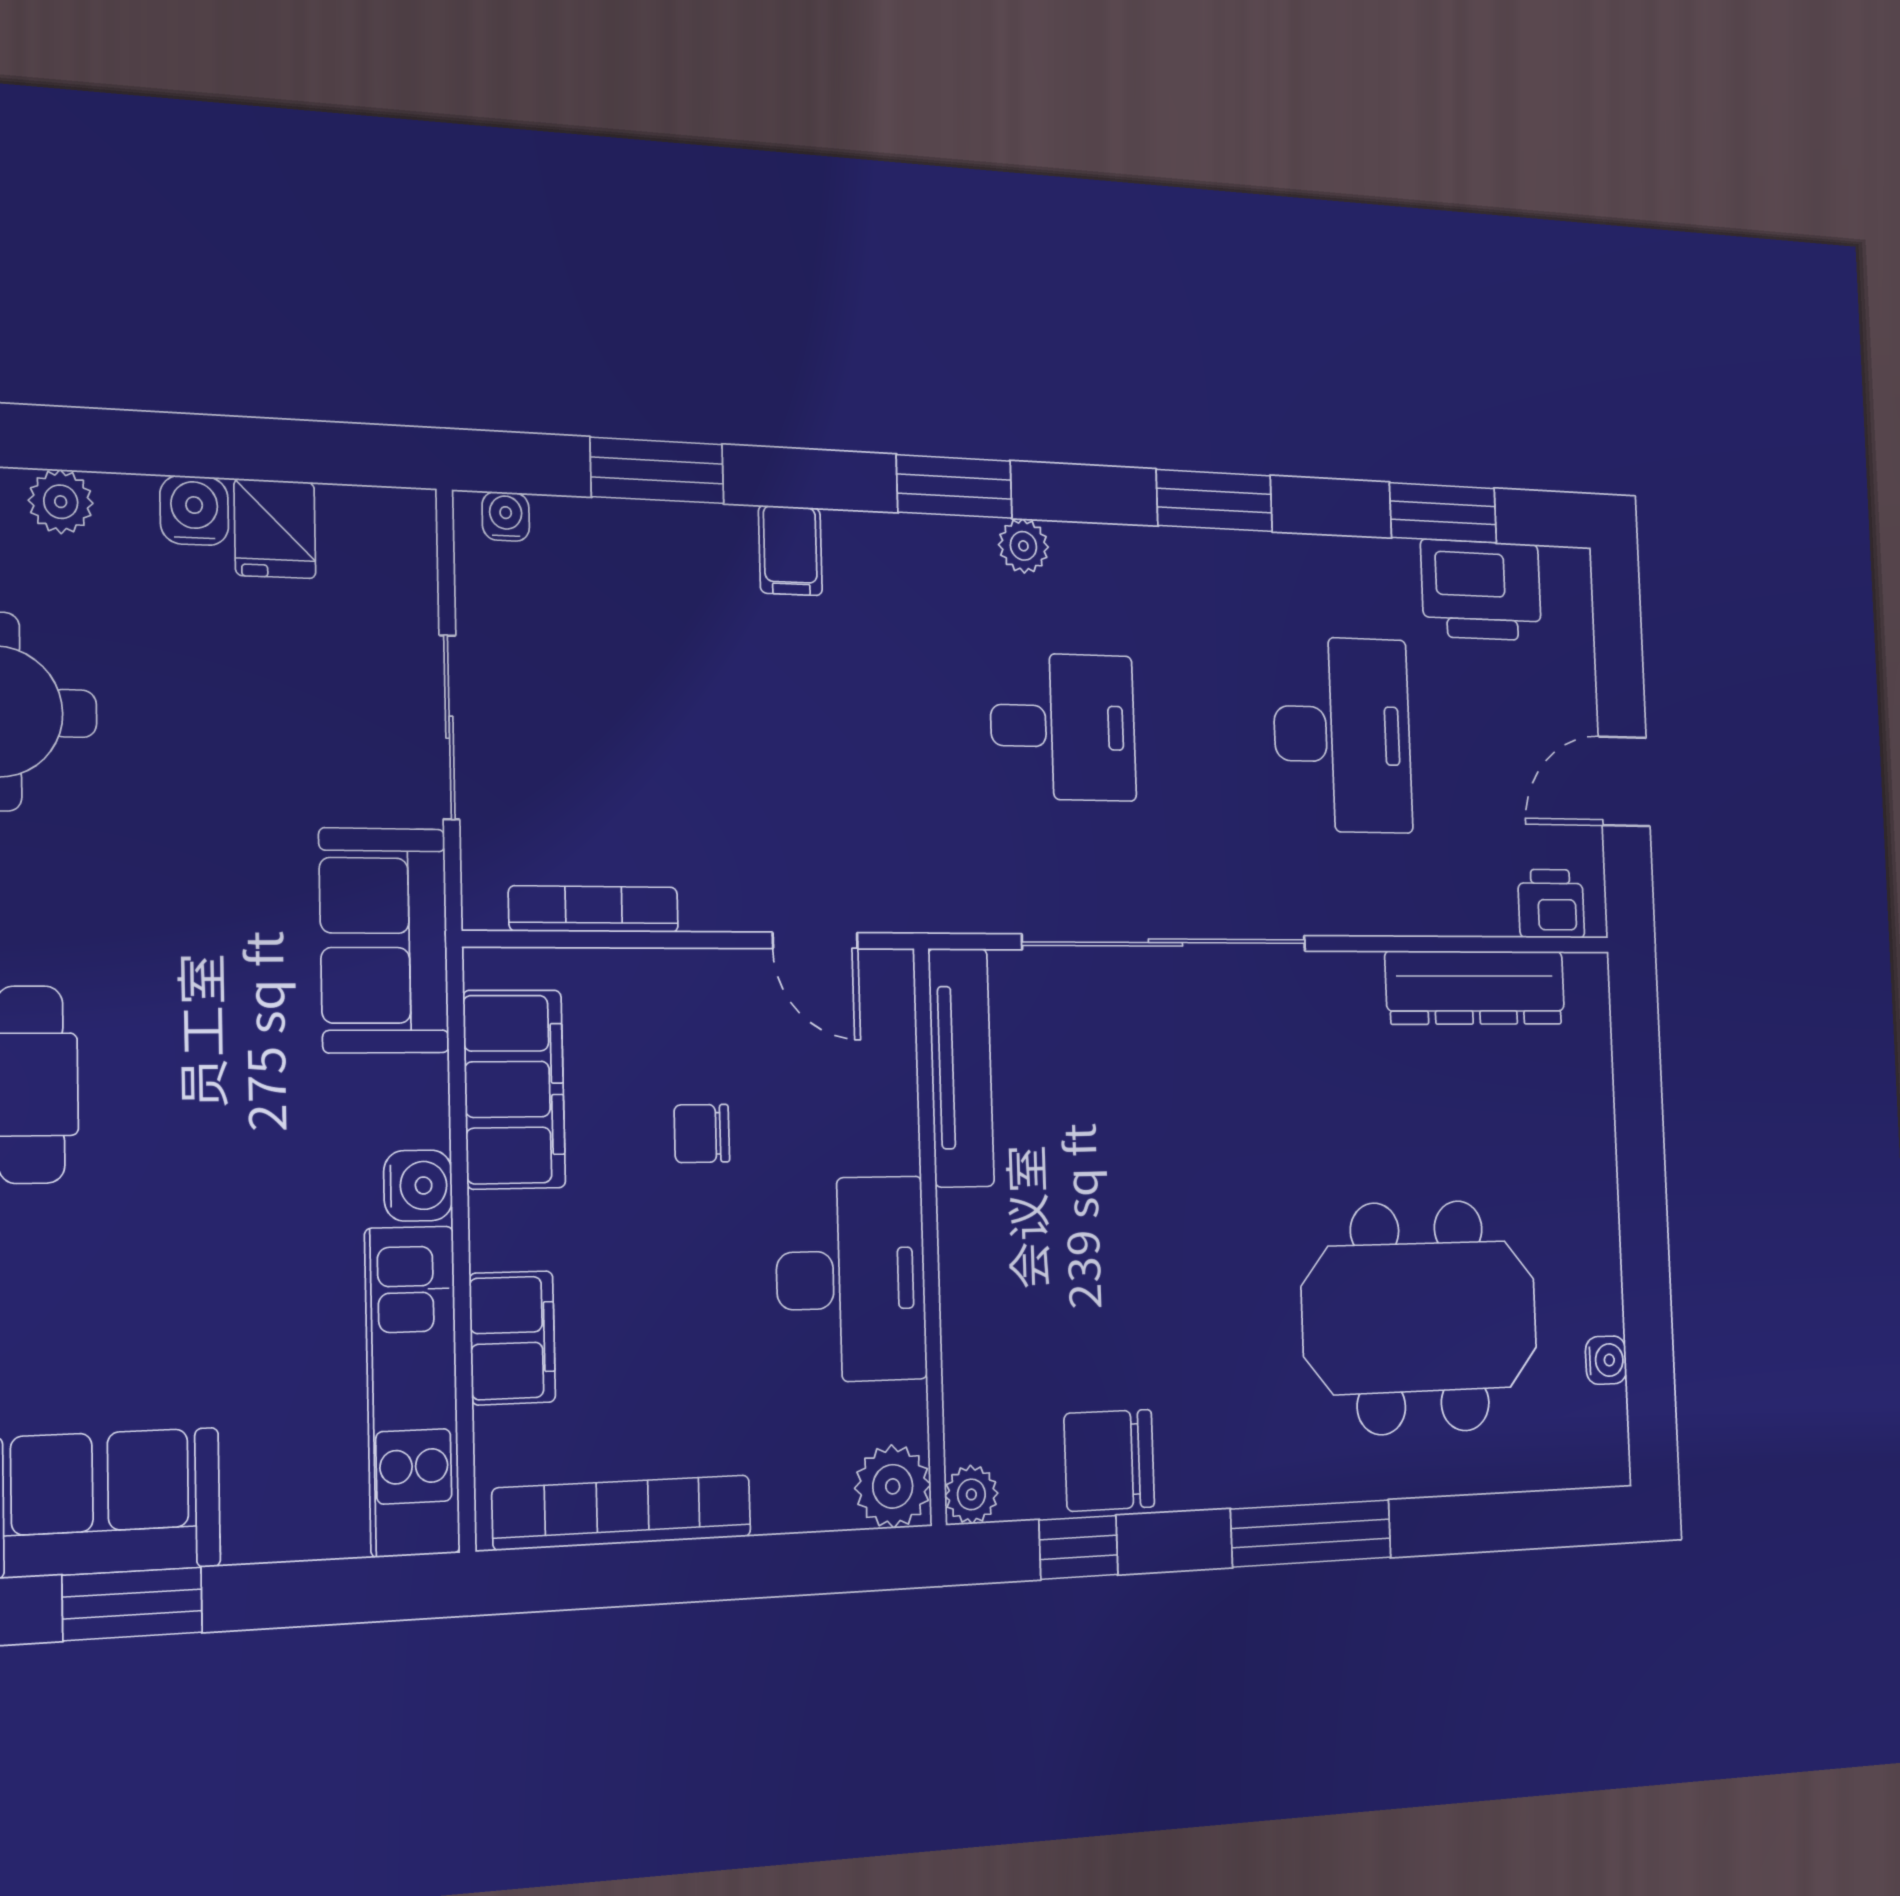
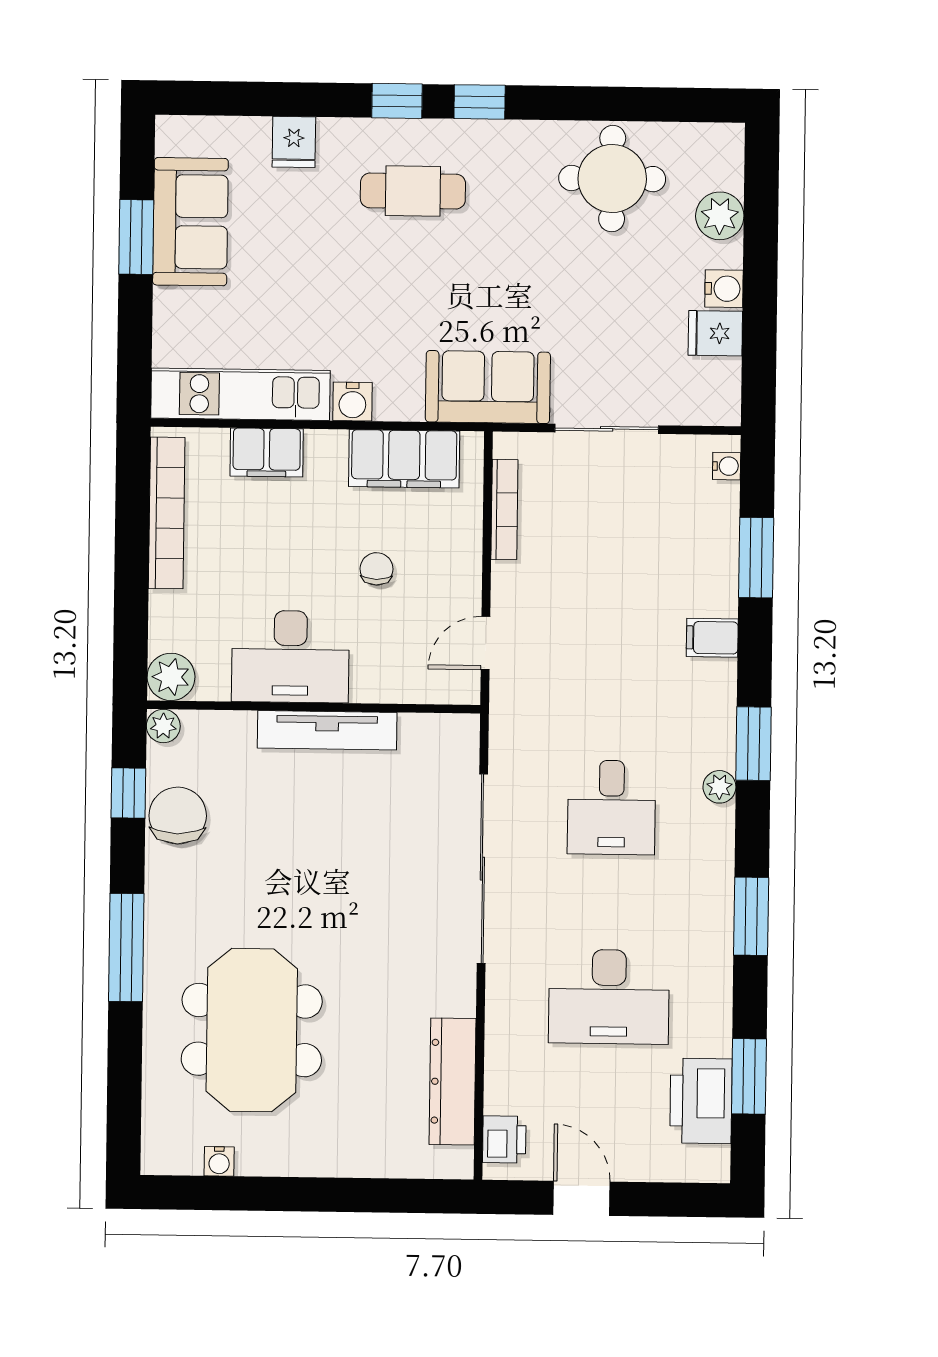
plant: (61, 502) -> (720, 216), width x1.38, depth x1.38
tv unit: (961, 1067) -> (327, 730), moved

